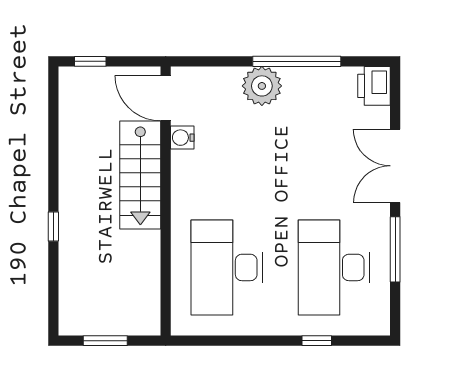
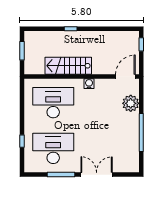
plant: (262, 86) -> (131, 103), moved
printer: (374, 86) -> (131, 166), removed
water cooler: (182, 138) -> (89, 84), moved
stairs: (140, 175) -> (68, 66), moved

